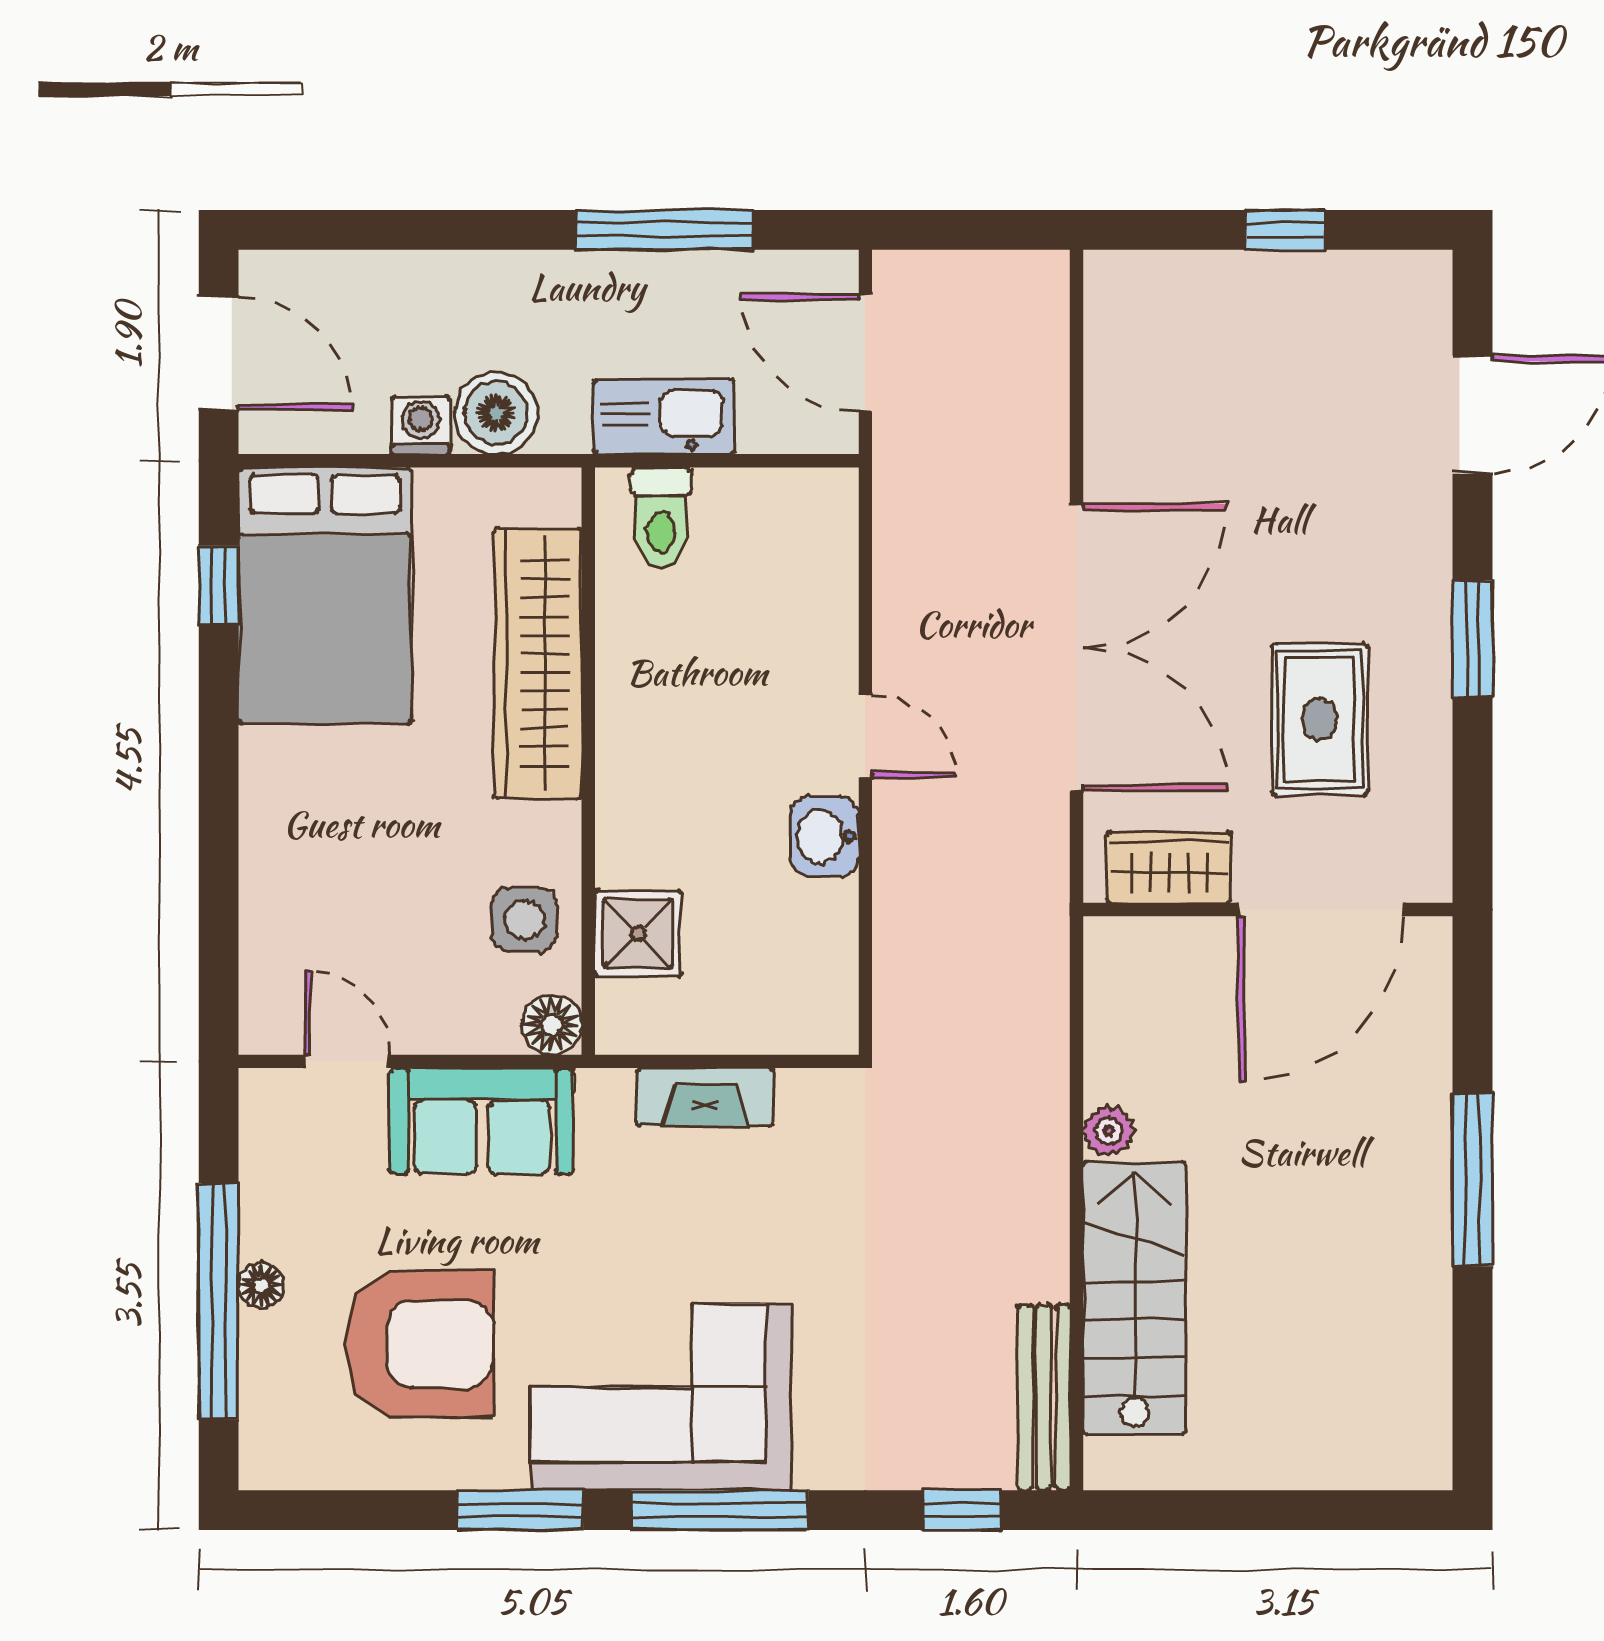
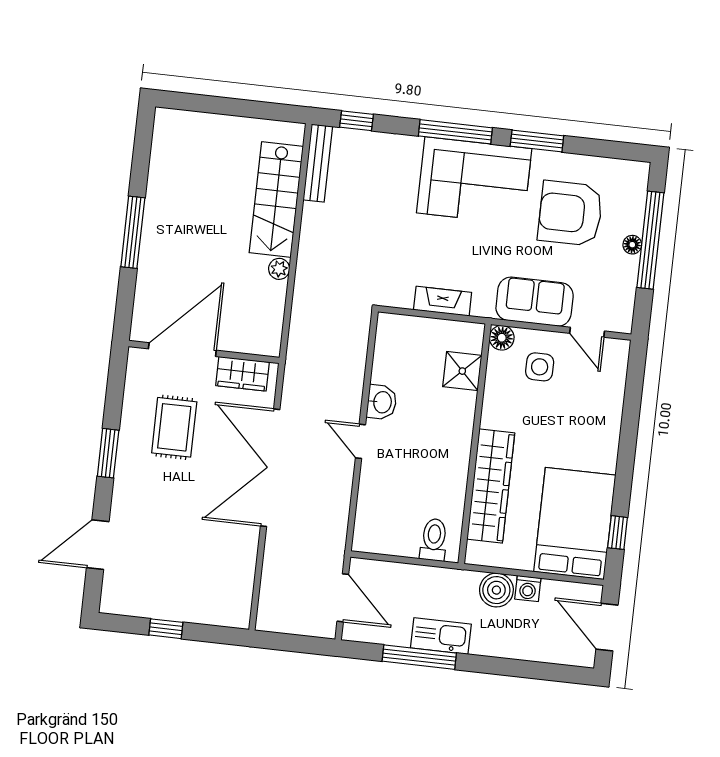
kitchen sink: (664, 417) -> (441, 636), moved, turned 180
side table: (524, 920) -> (540, 367), moved

